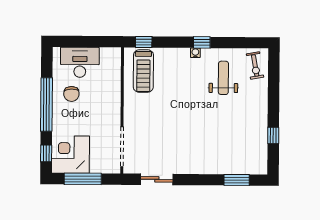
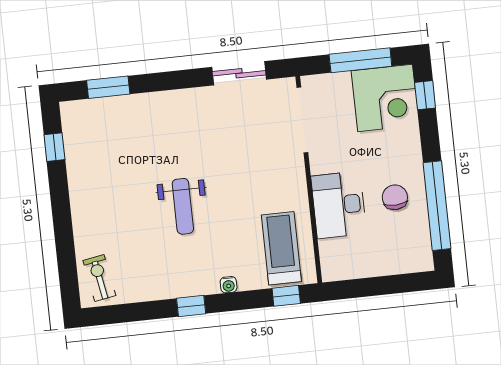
water cooler: (195, 53) -> (229, 285), moved
desk: (80, 62) -> (339, 205), moved, turned 90
weight bench: (223, 78) -> (183, 206), moved
window: (46, 104) -> (437, 206), moved
window: (273, 135) -> (54, 147), moved

